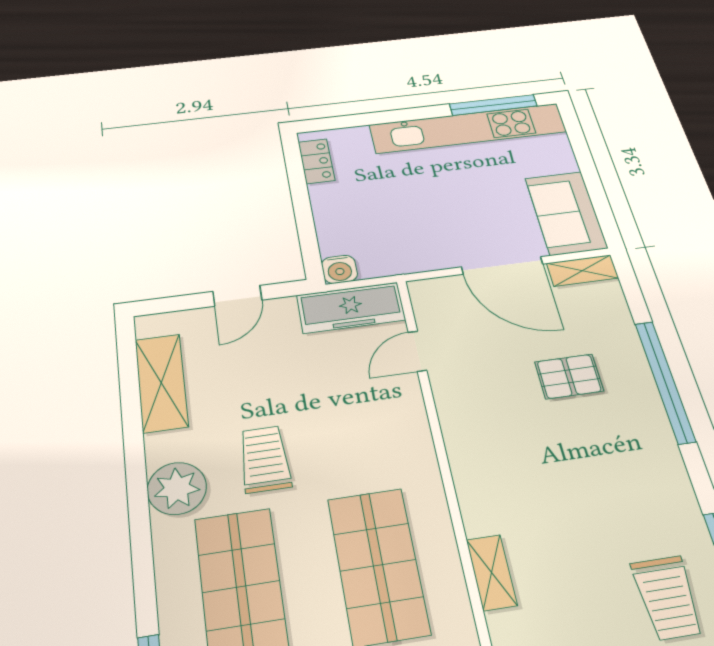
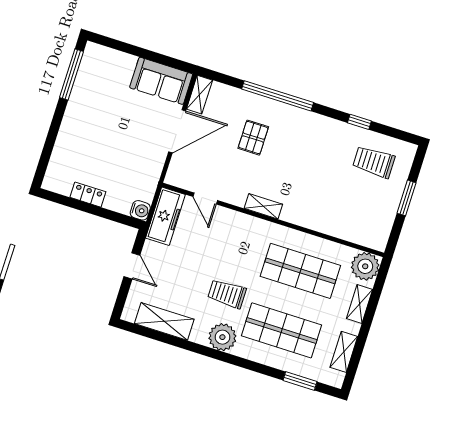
kitchen unit: (468, 128) -> (81, 97), removed
locker: (316, 161) -> (88, 195), moved
shelving: (492, 572) -> (263, 206), moved
trolley: (667, 598) -> (374, 162), turned 180

